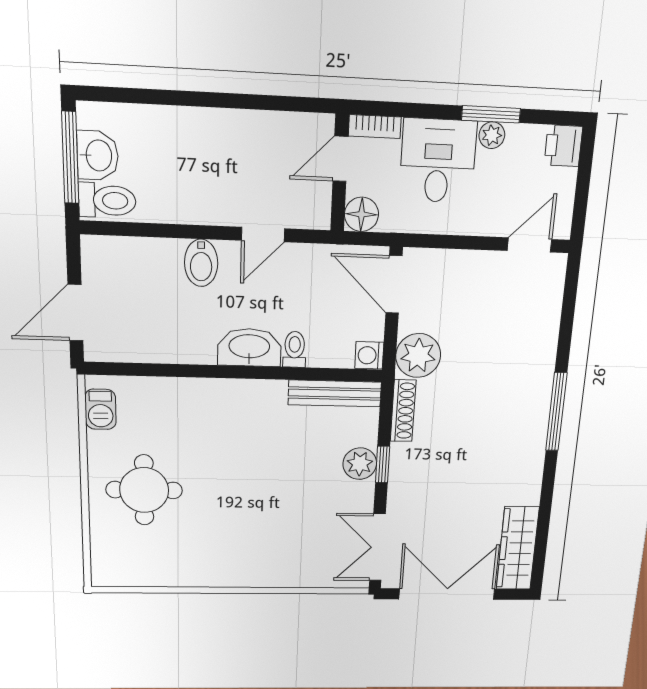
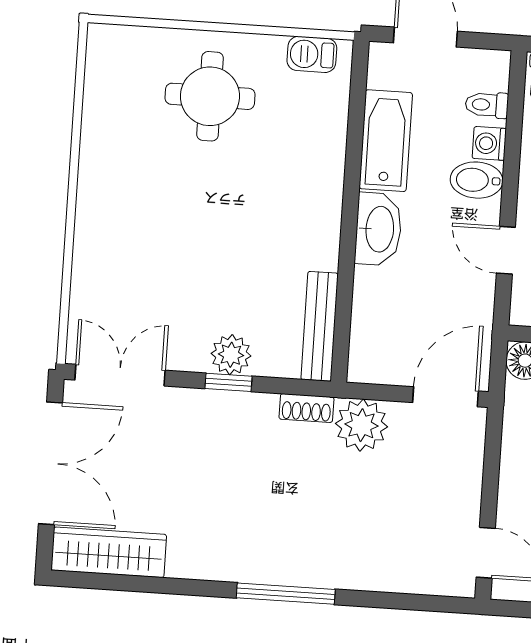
bathtub: (171, 344) -> (386, 141), added
toilet: (295, 349) -> (487, 105), moved, turned 180
washing machine: (369, 355) -> (489, 143), moved, turned -90
shoe rack: (403, 411) -> (306, 408), width x0.70

